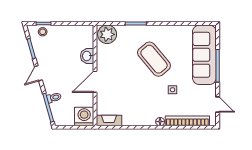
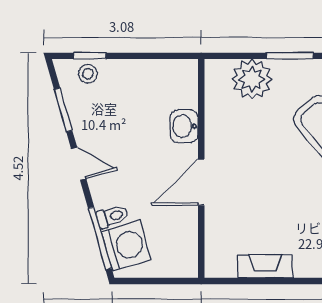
plant: (107, 34) -> (252, 79), moved
door: (38, 73) -> (79, 164), swing flipped
washing machine: (84, 117) -> (126, 245), moved, turned 74
fireplace: (109, 121) -> (265, 266), moved

